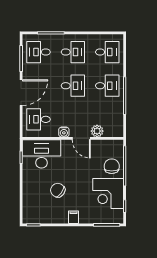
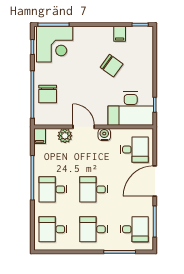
filing cabinet: (118, 131) -> (40, 136), added
corner desk: (108, 194) -> (55, 44), moved, turned 90
filing cabinet: (73, 217) -> (120, 34), moved

